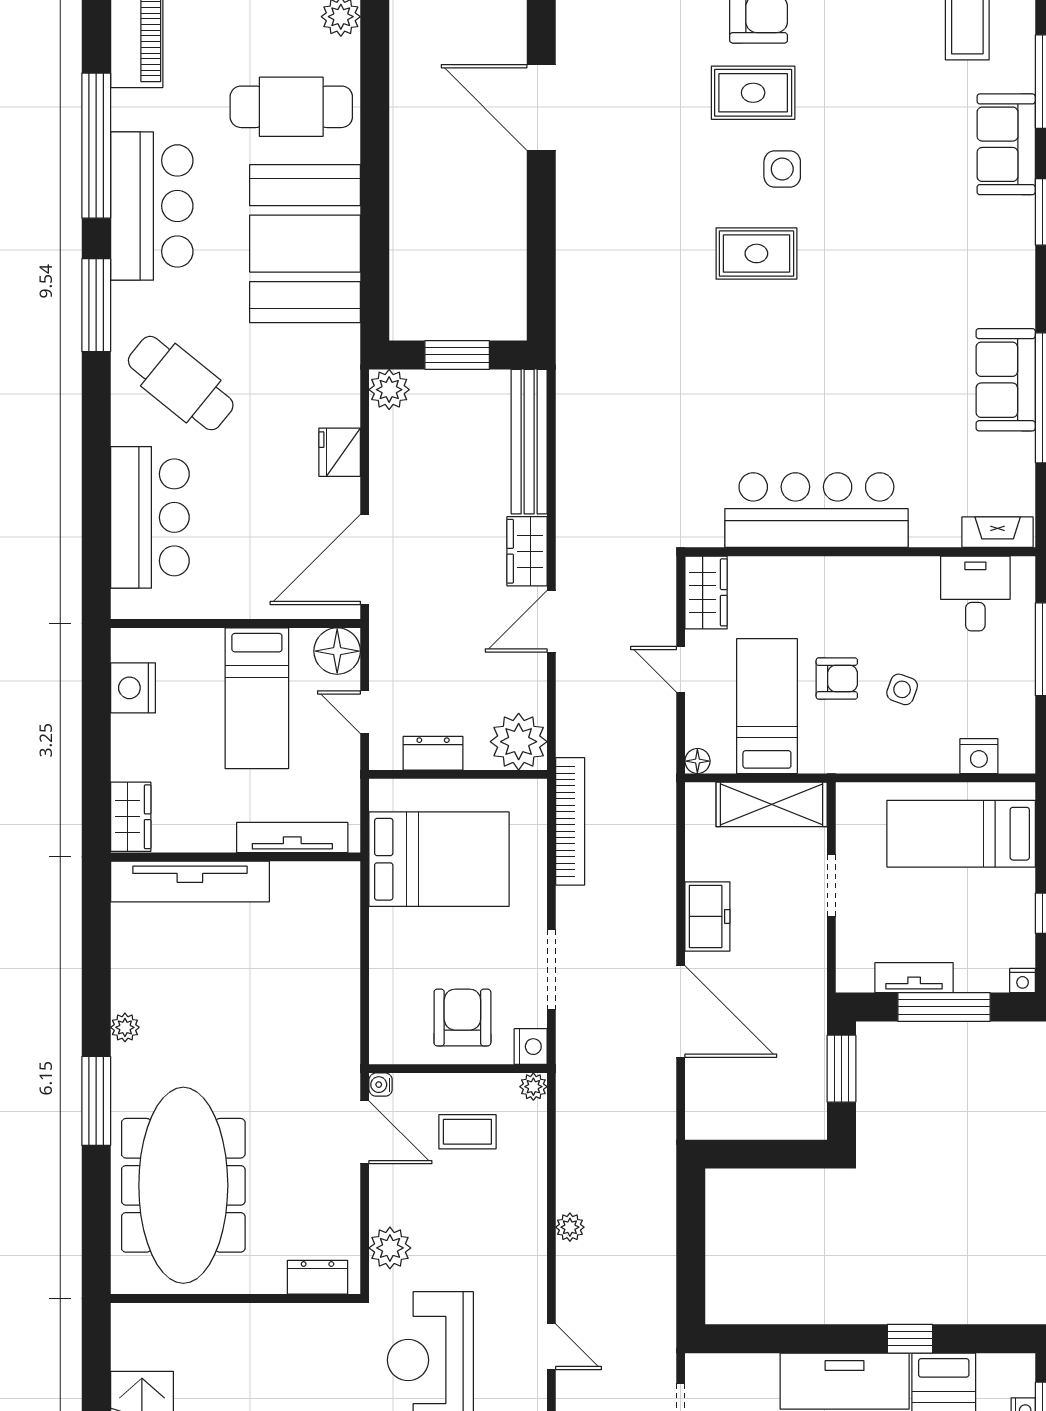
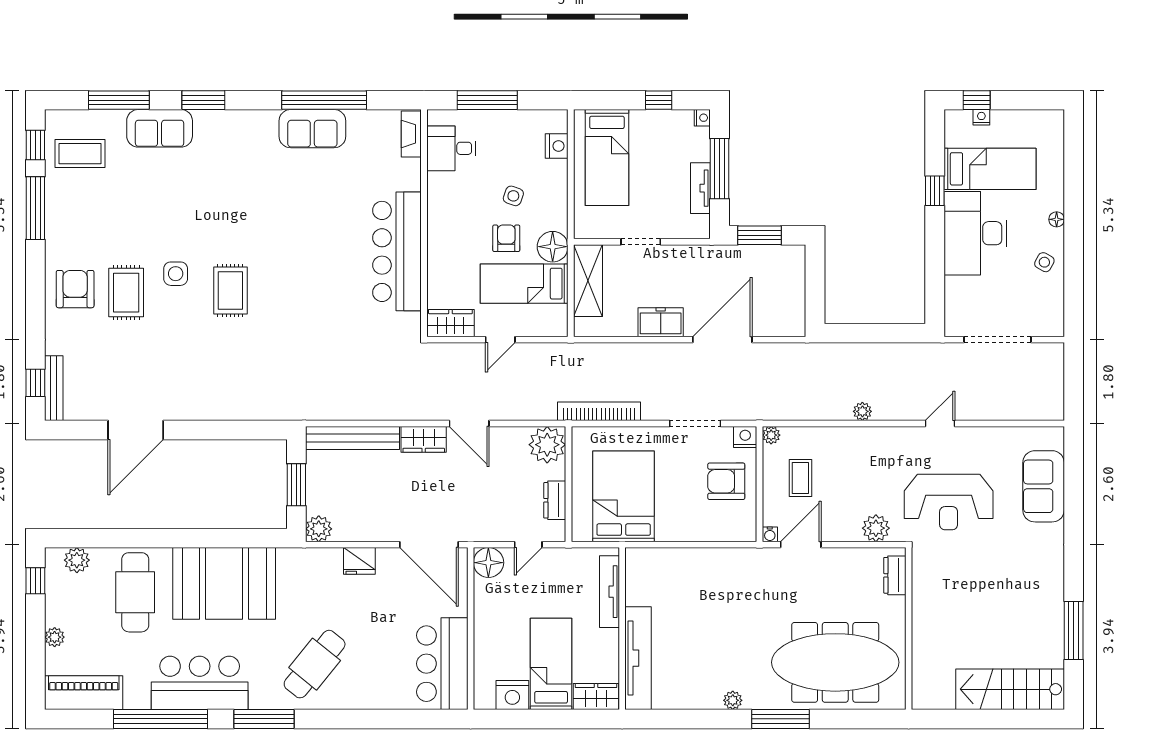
bar counter: (150, 517) -> (442, 664), moved, turned -90
bed: (257, 698) -> (551, 664), moved, turned -90
floor lamp: (697, 761) -> (553, 247), moved, width x1.89, depth x1.89

